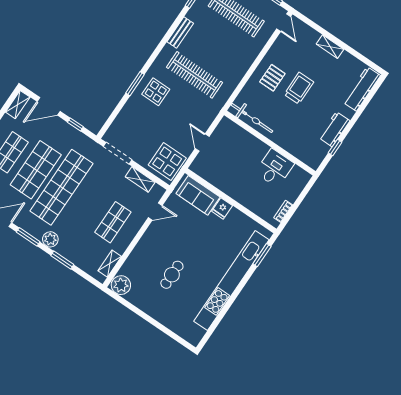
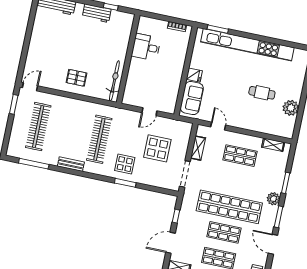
shelving: (330, 47) -> (34, 43), removed
trolley: (299, 88) -> (76, 54), removed
door: (49, 106) -> (171, 243), swing flipped
display table: (167, 161) -> (157, 148), moved
shop shelf: (36, 170) -> (224, 232), width x0.70, depth x0.74
plant: (121, 285) -> (291, 108), moved

